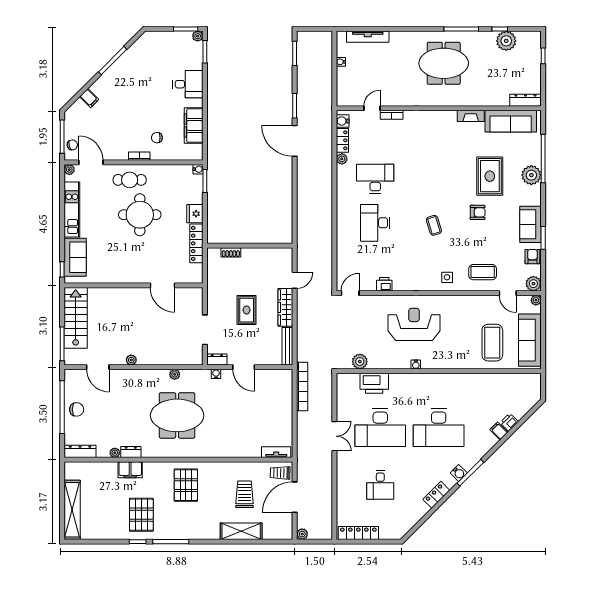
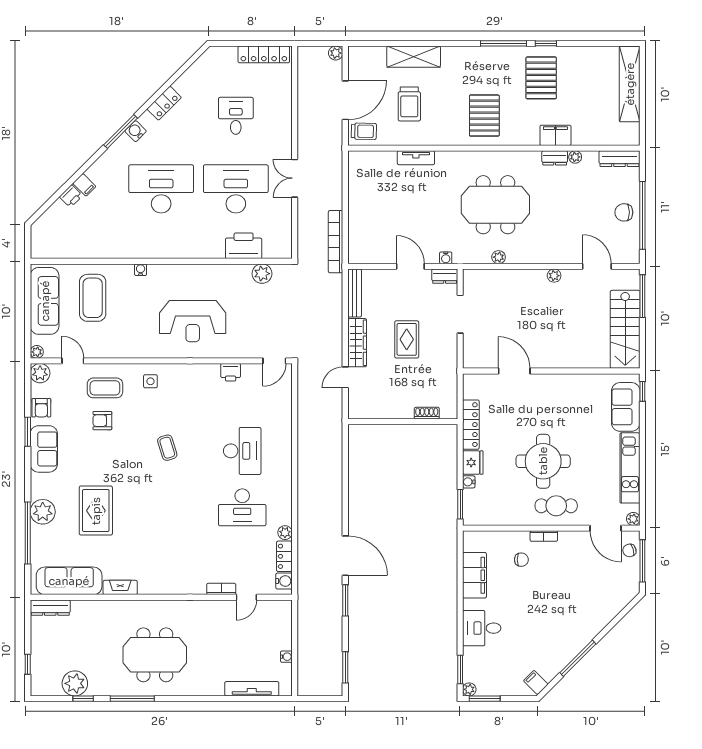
filing cabinet: (89, 98) -> (536, 682), moved
water cooler: (198, 169) -> (469, 482), moved
armchair: (478, 212) -> (102, 421), moved
water cooler: (416, 365) -> (141, 270), moved
tv unit: (276, 452) -> (416, 158), moved

